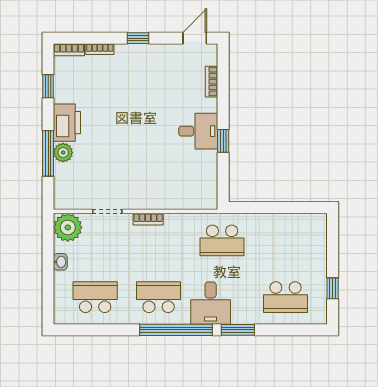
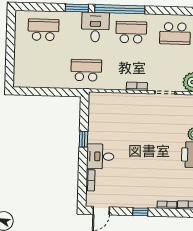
desk: (198, 131) -> (100, 156), moved
window: (333, 288) -> (11, 35), removed
school desk: (159, 297) -> (131, 32), turned 180

